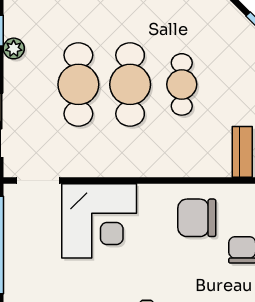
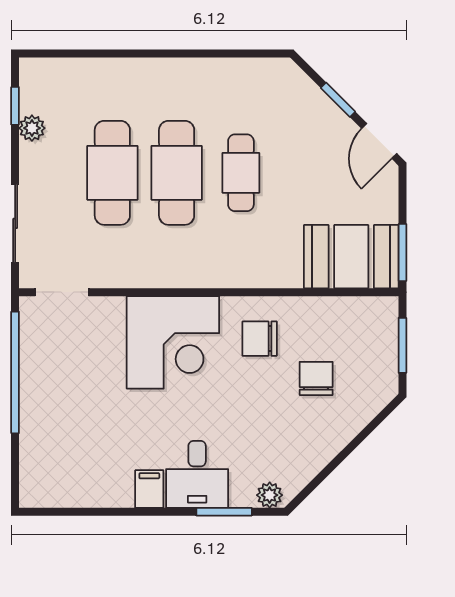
chair: (197, 218) -> (260, 339), width x0.73, depth x0.73
corner desk: (99, 221) -> (173, 342), moved

